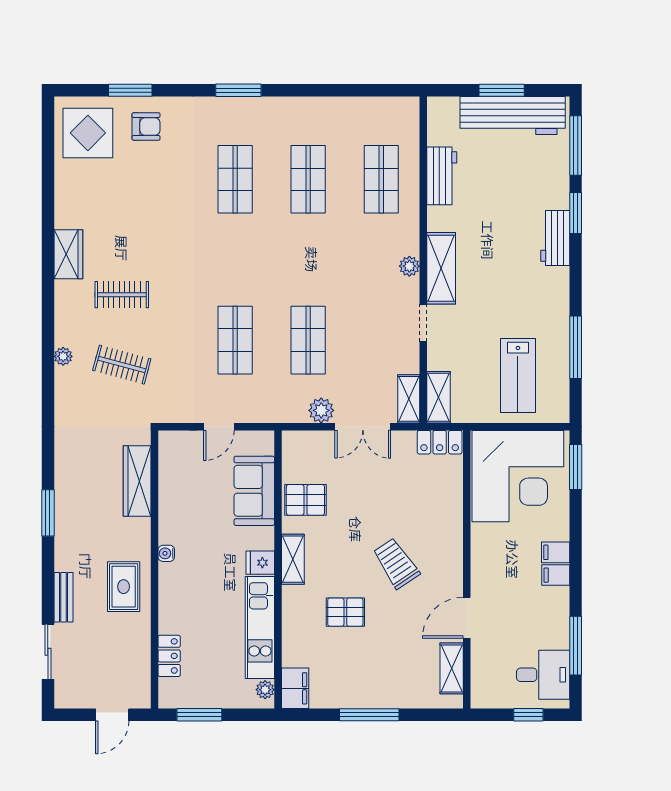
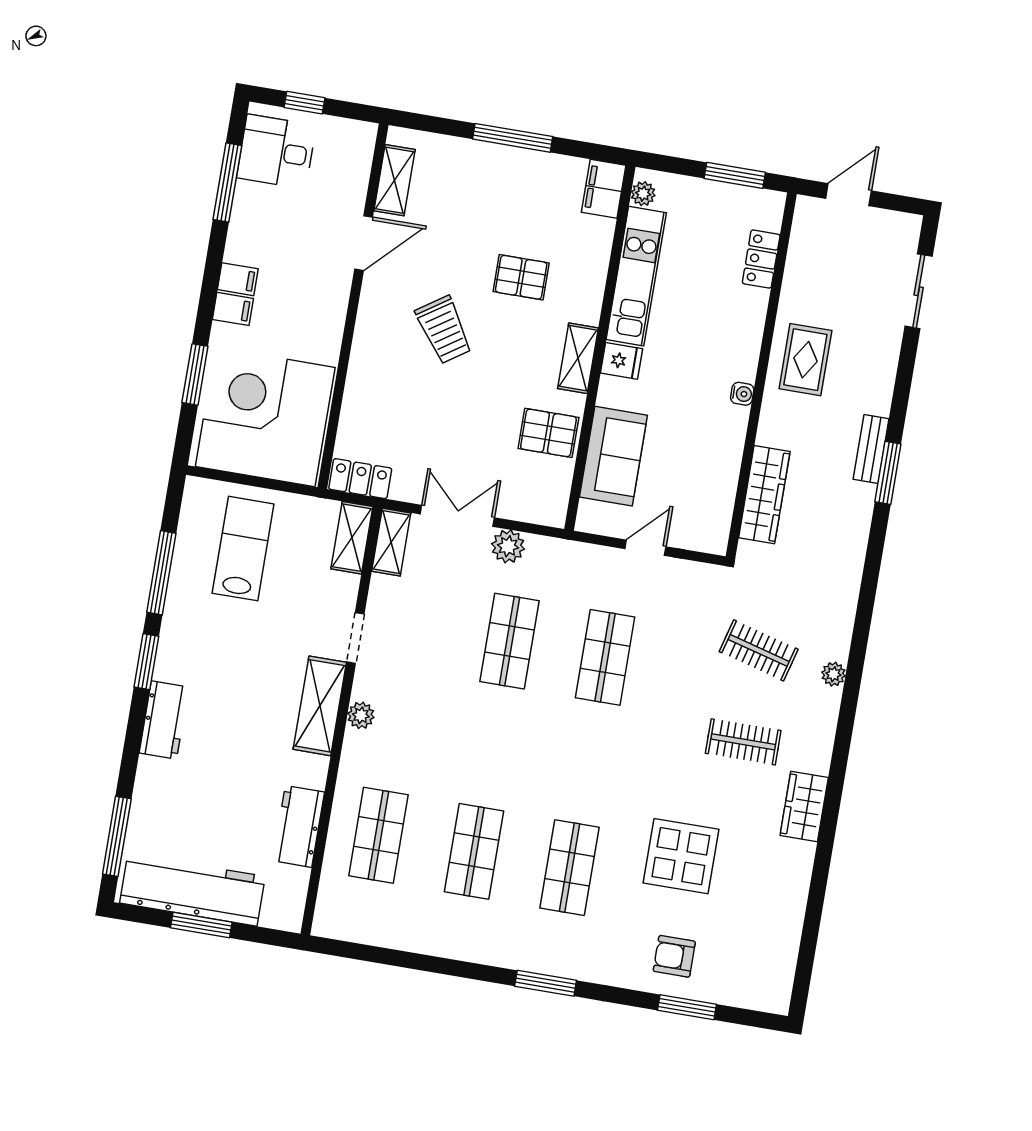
display table: (88, 133) -> (681, 856), moved
window: (576, 213) -> (146, 662), moved
window: (576, 467) -> (195, 374), moved
bench: (64, 597) -> (871, 449), moved

